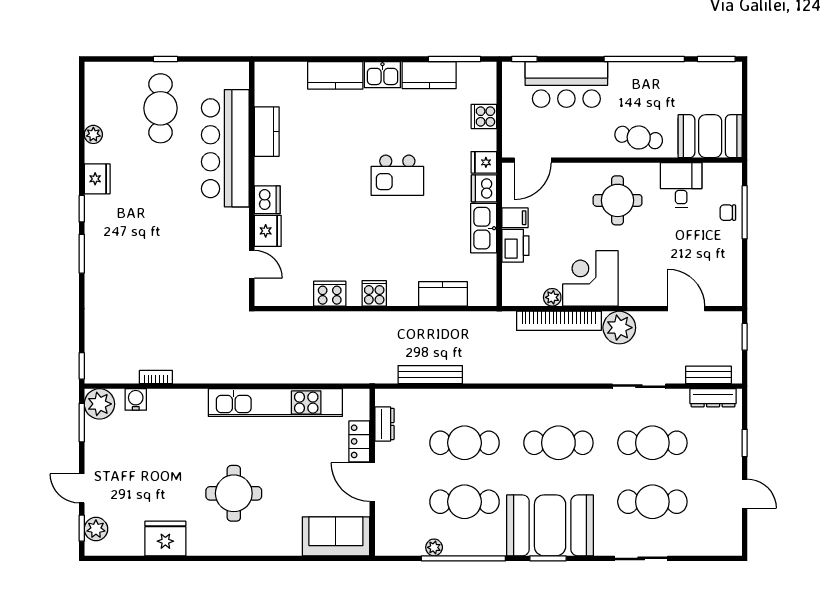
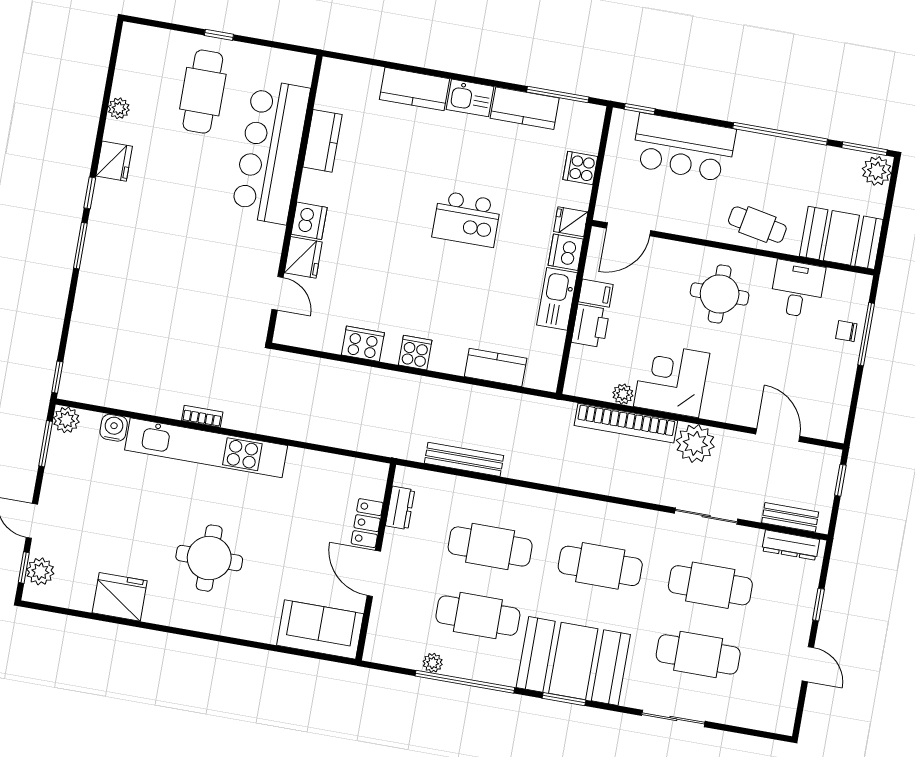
plant: (730, 76) -> (877, 171), added
bookcase: (156, 377) -> (202, 416), moved
kitchen unit: (275, 403) -> (206, 448), moved
plant: (99, 404) -> (66, 420), width x0.73, depth x0.73

